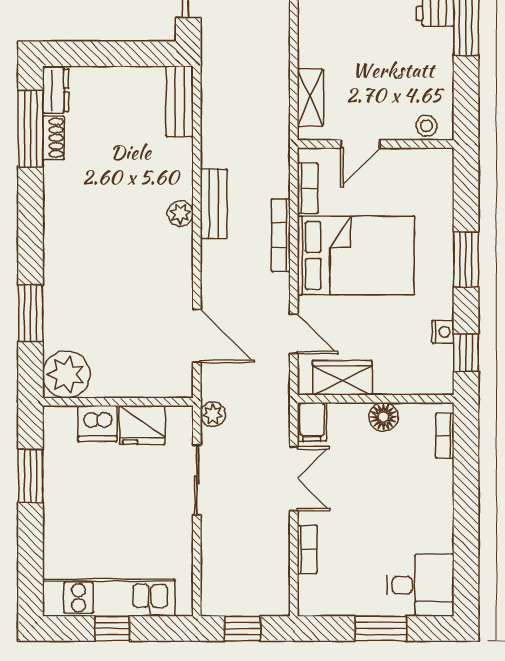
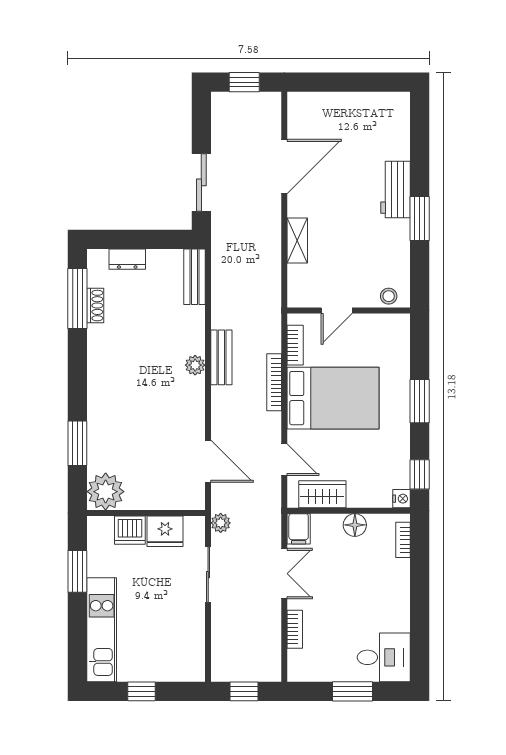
dresser: (56, 90) -> (127, 259), moved, turned 90
shelving: (310, 98) -> (297, 241), moved
nightstand: (443, 332) -> (401, 499), moved
kitchen unit: (109, 598) -> (102, 630), moved, turned 90

